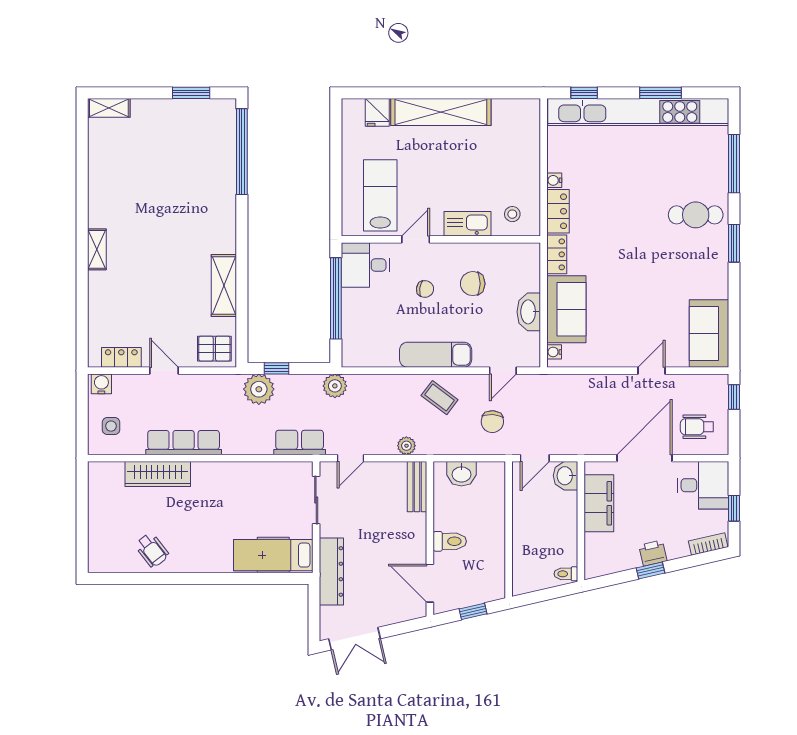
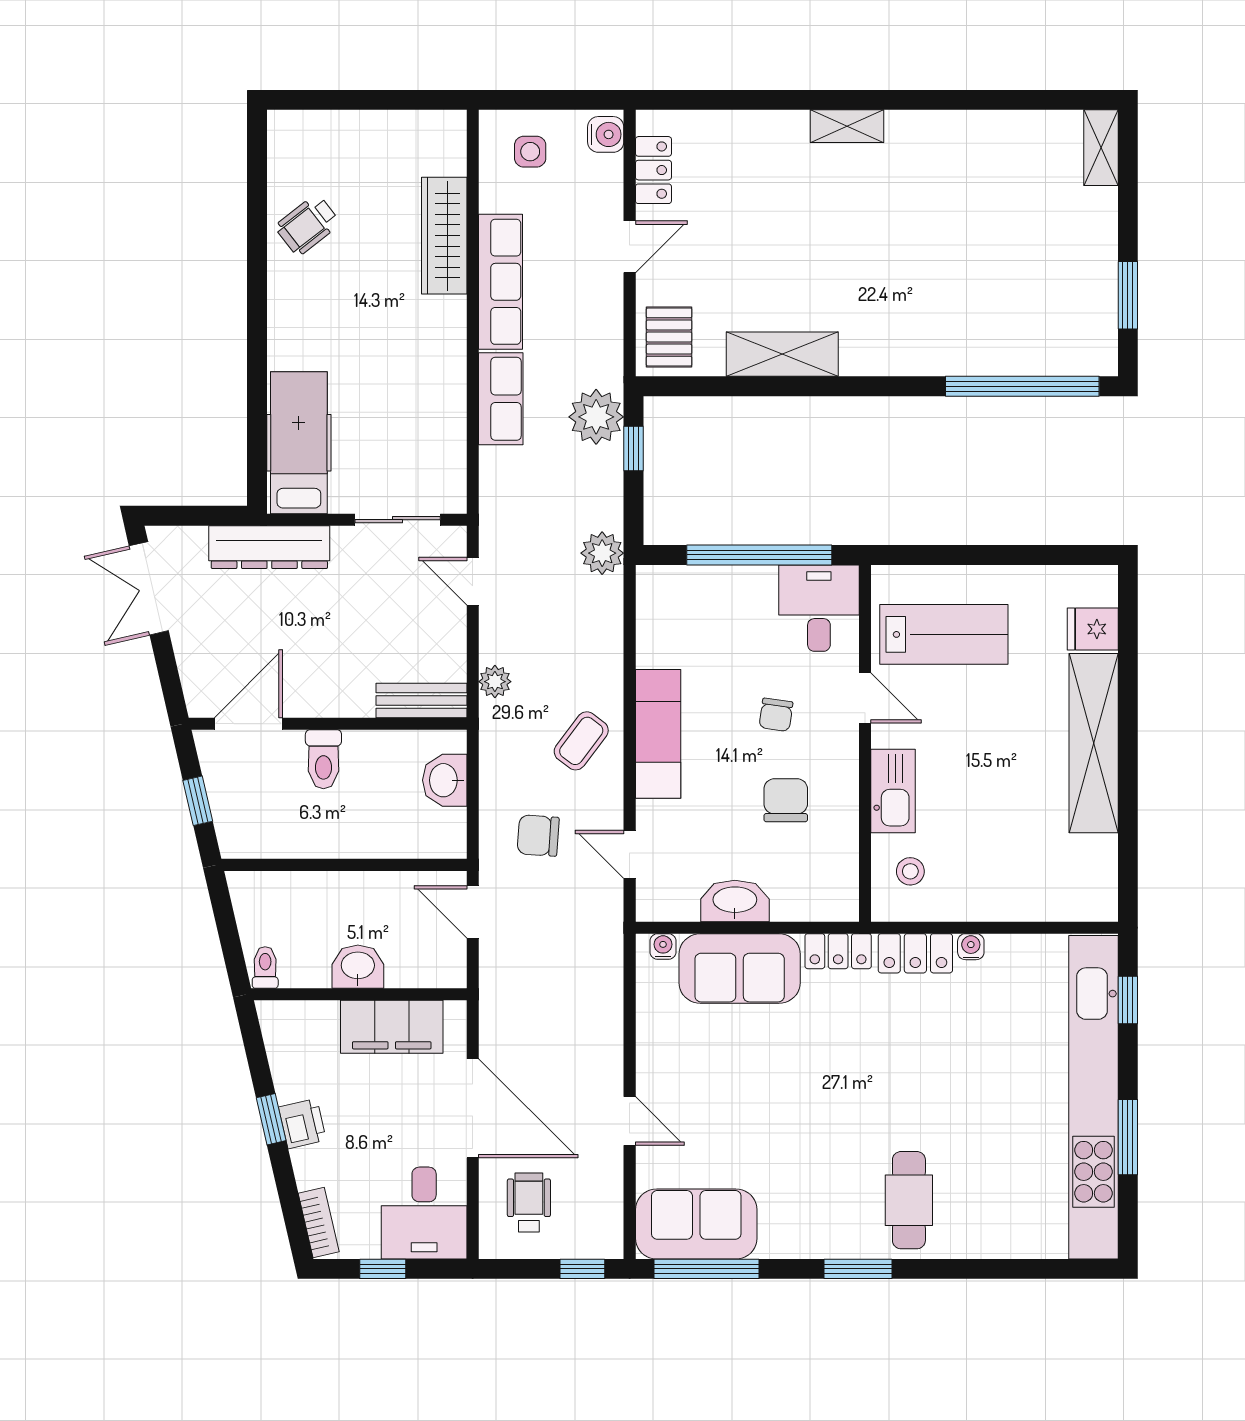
window: (734, 164) -> (707, 1269), moved
row of seats: (300, 442) -> (501, 399), moved
washbasin: (565, 476) -> (358, 967), moved

